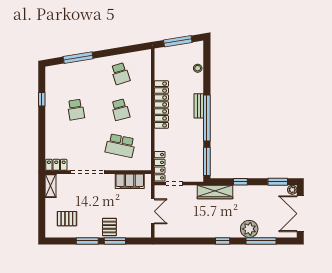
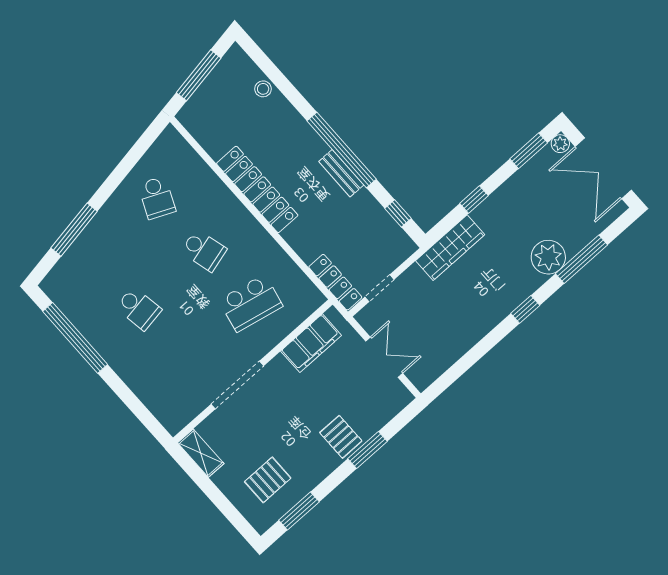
school desk: (120, 74) -> (157, 198), turned 42
window: (42, 99) -> (75, 338), width x3.17
bench: (199, 106) -> (341, 173), moved
window: (207, 161) -> (398, 213), width x0.46
locker: (56, 165) -> (182, 415), removed
window: (87, 241) -> (299, 511), moved

